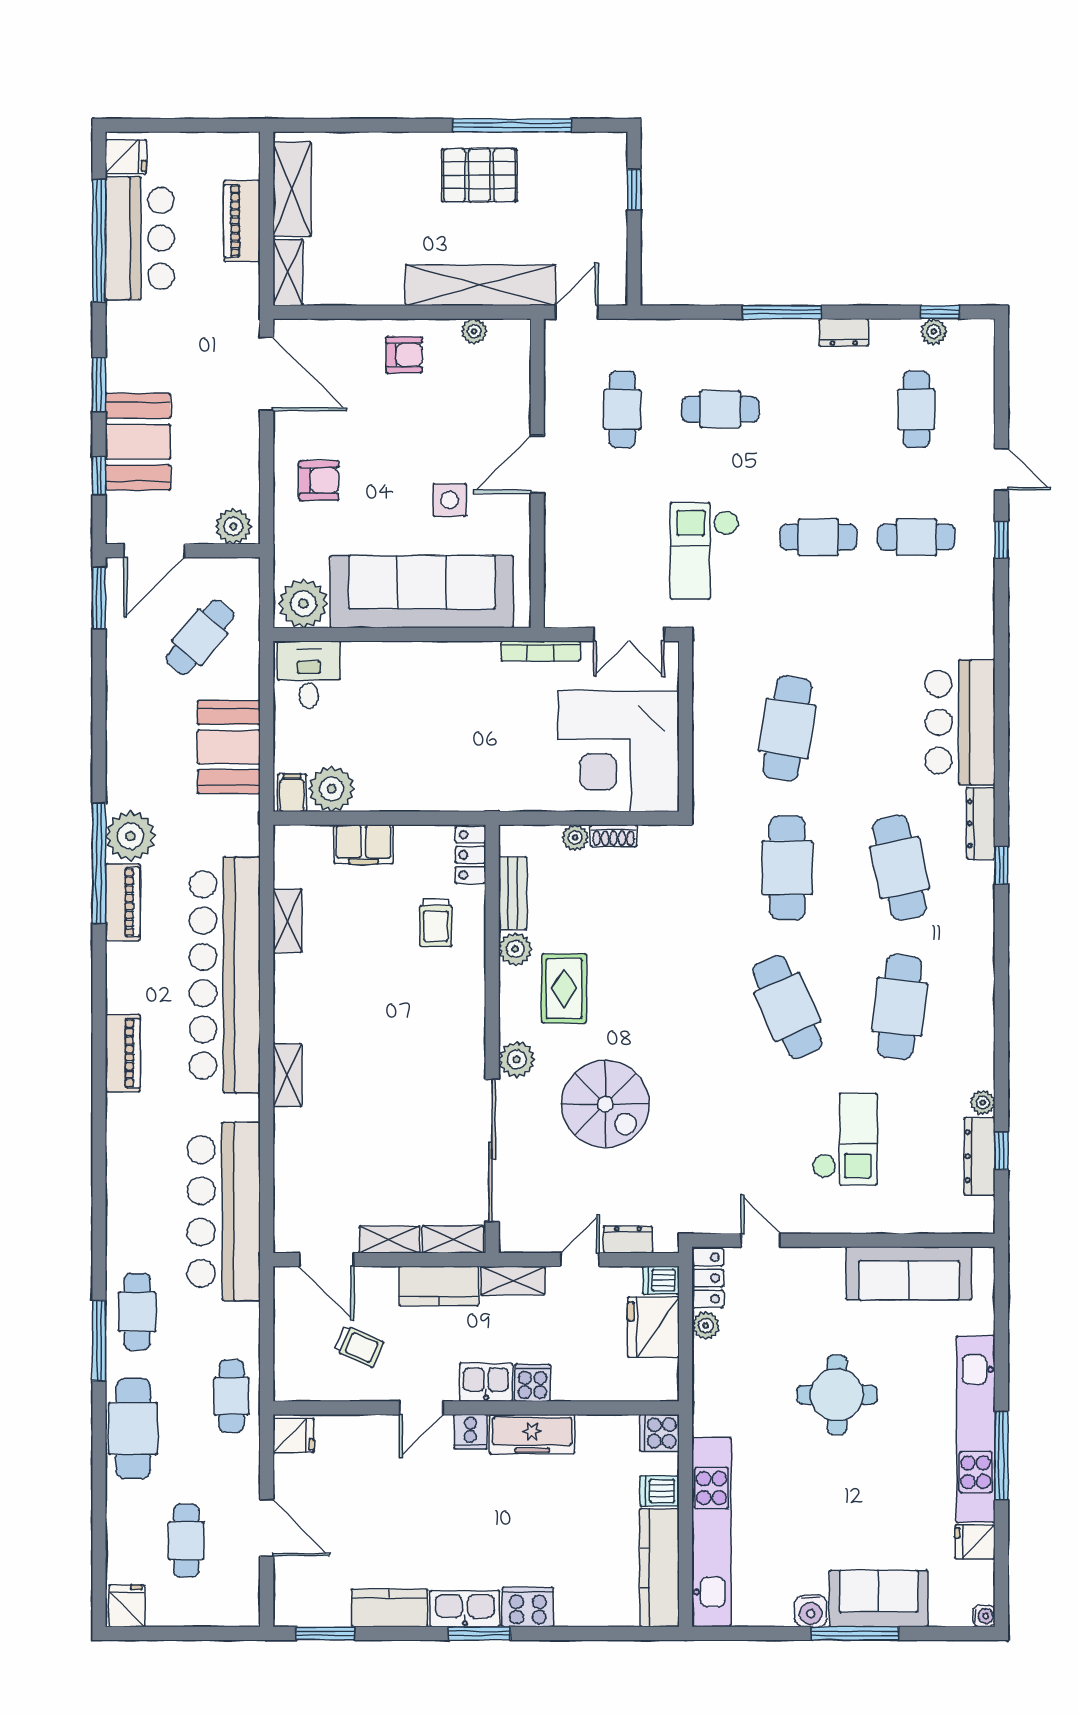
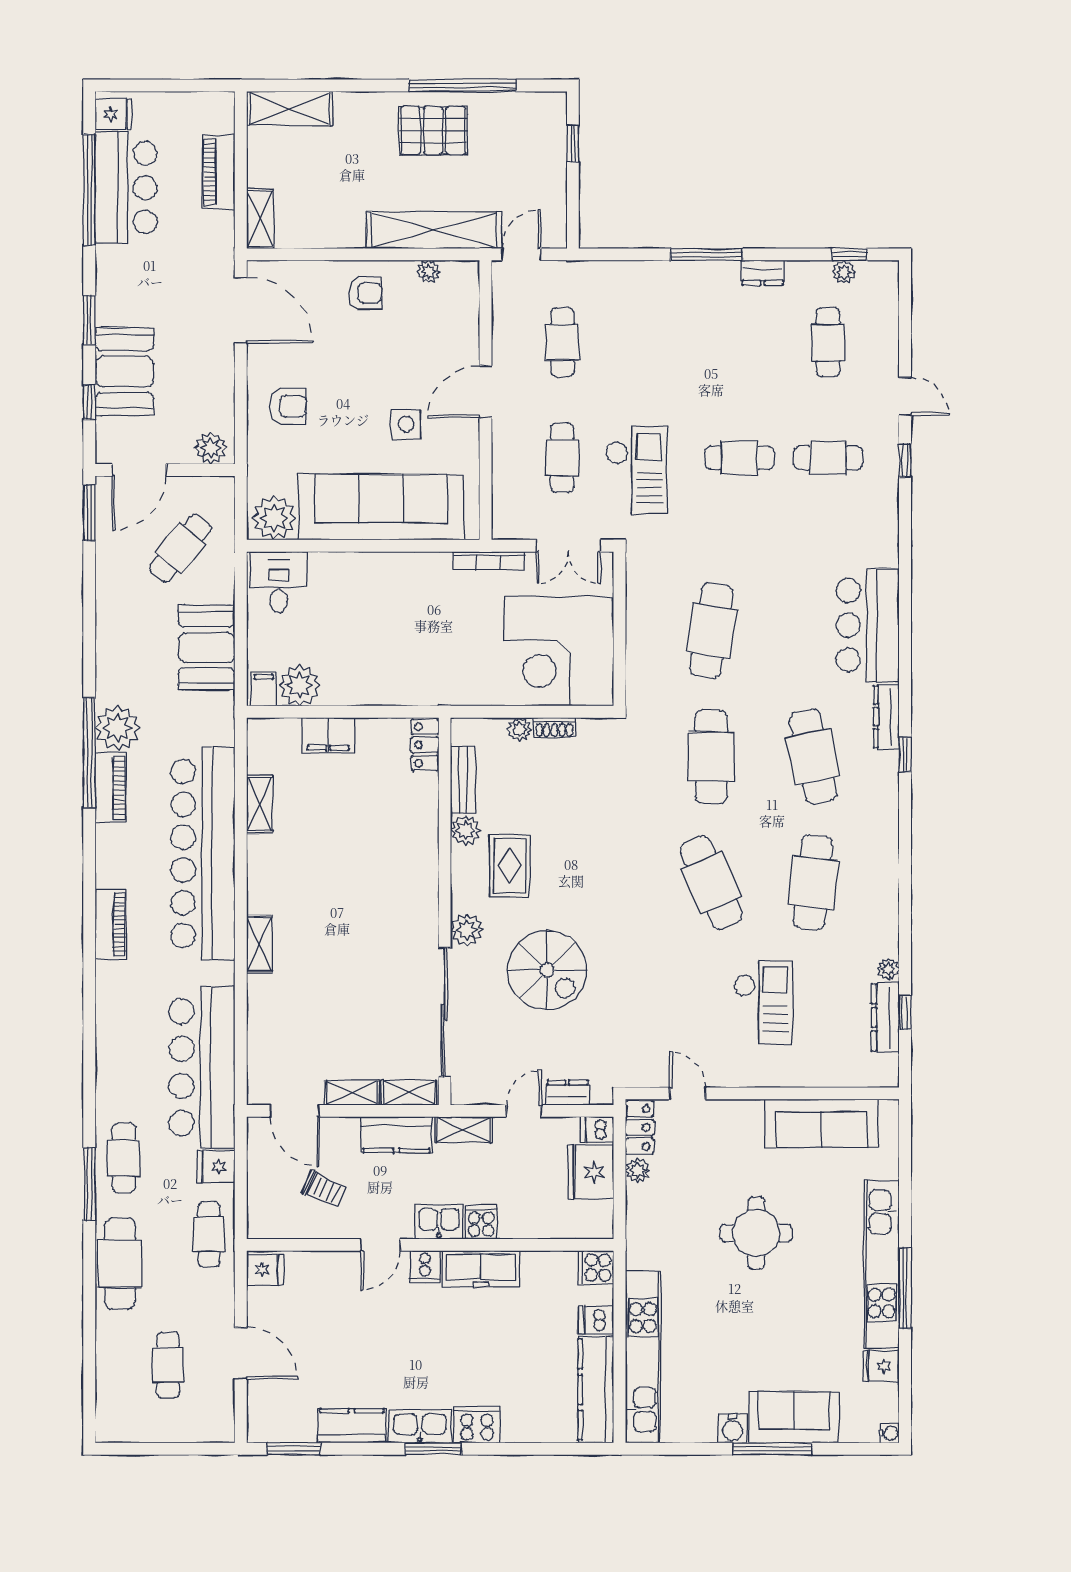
shelving: (292, 189) -> (289, 108), moved, turned 90
cafe table: (720, 409) -> (562, 458), moved, turned 90
checkout: (704, 551) -> (636, 470), turned 180
trolley: (436, 923) -> (394, 806), removed
fridge: (127, 1606) -> (216, 1167), moved, turned -90

